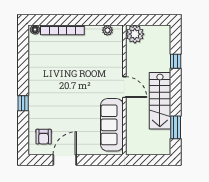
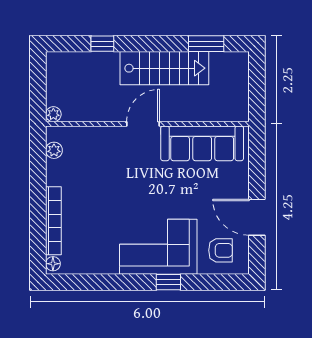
plant: (135, 34) -> (53, 114), width x0.53, depth x0.53
corner sofa: (46, 97) -> (158, 247), added

